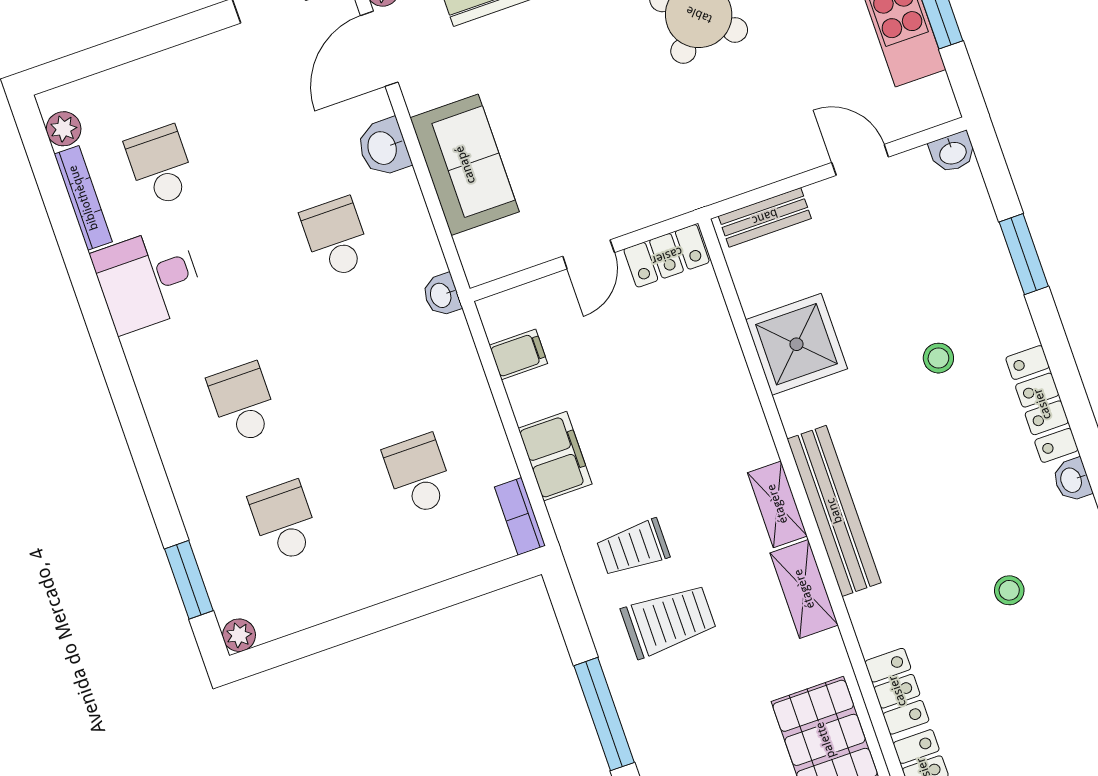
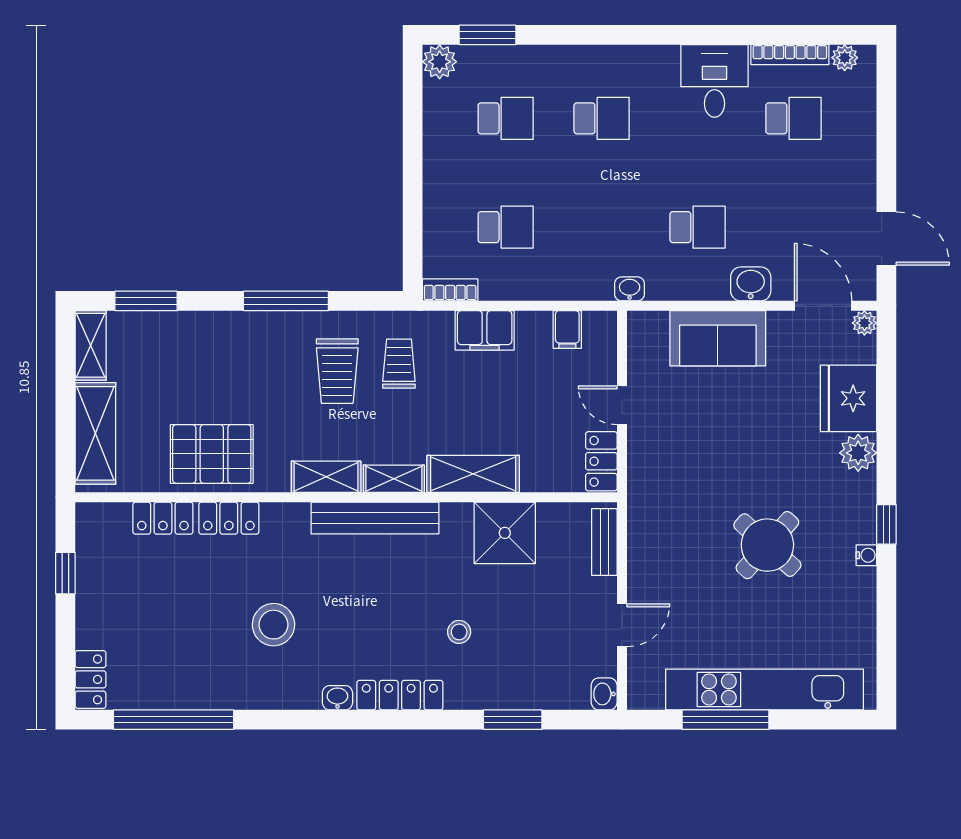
shelving: (737, 409) -> (473, 474), added
stool: (1009, 590) -> (273, 625), width x1.89, depth x1.89
plant: (239, 635) -> (440, 62), width x1.38, depth x1.38

